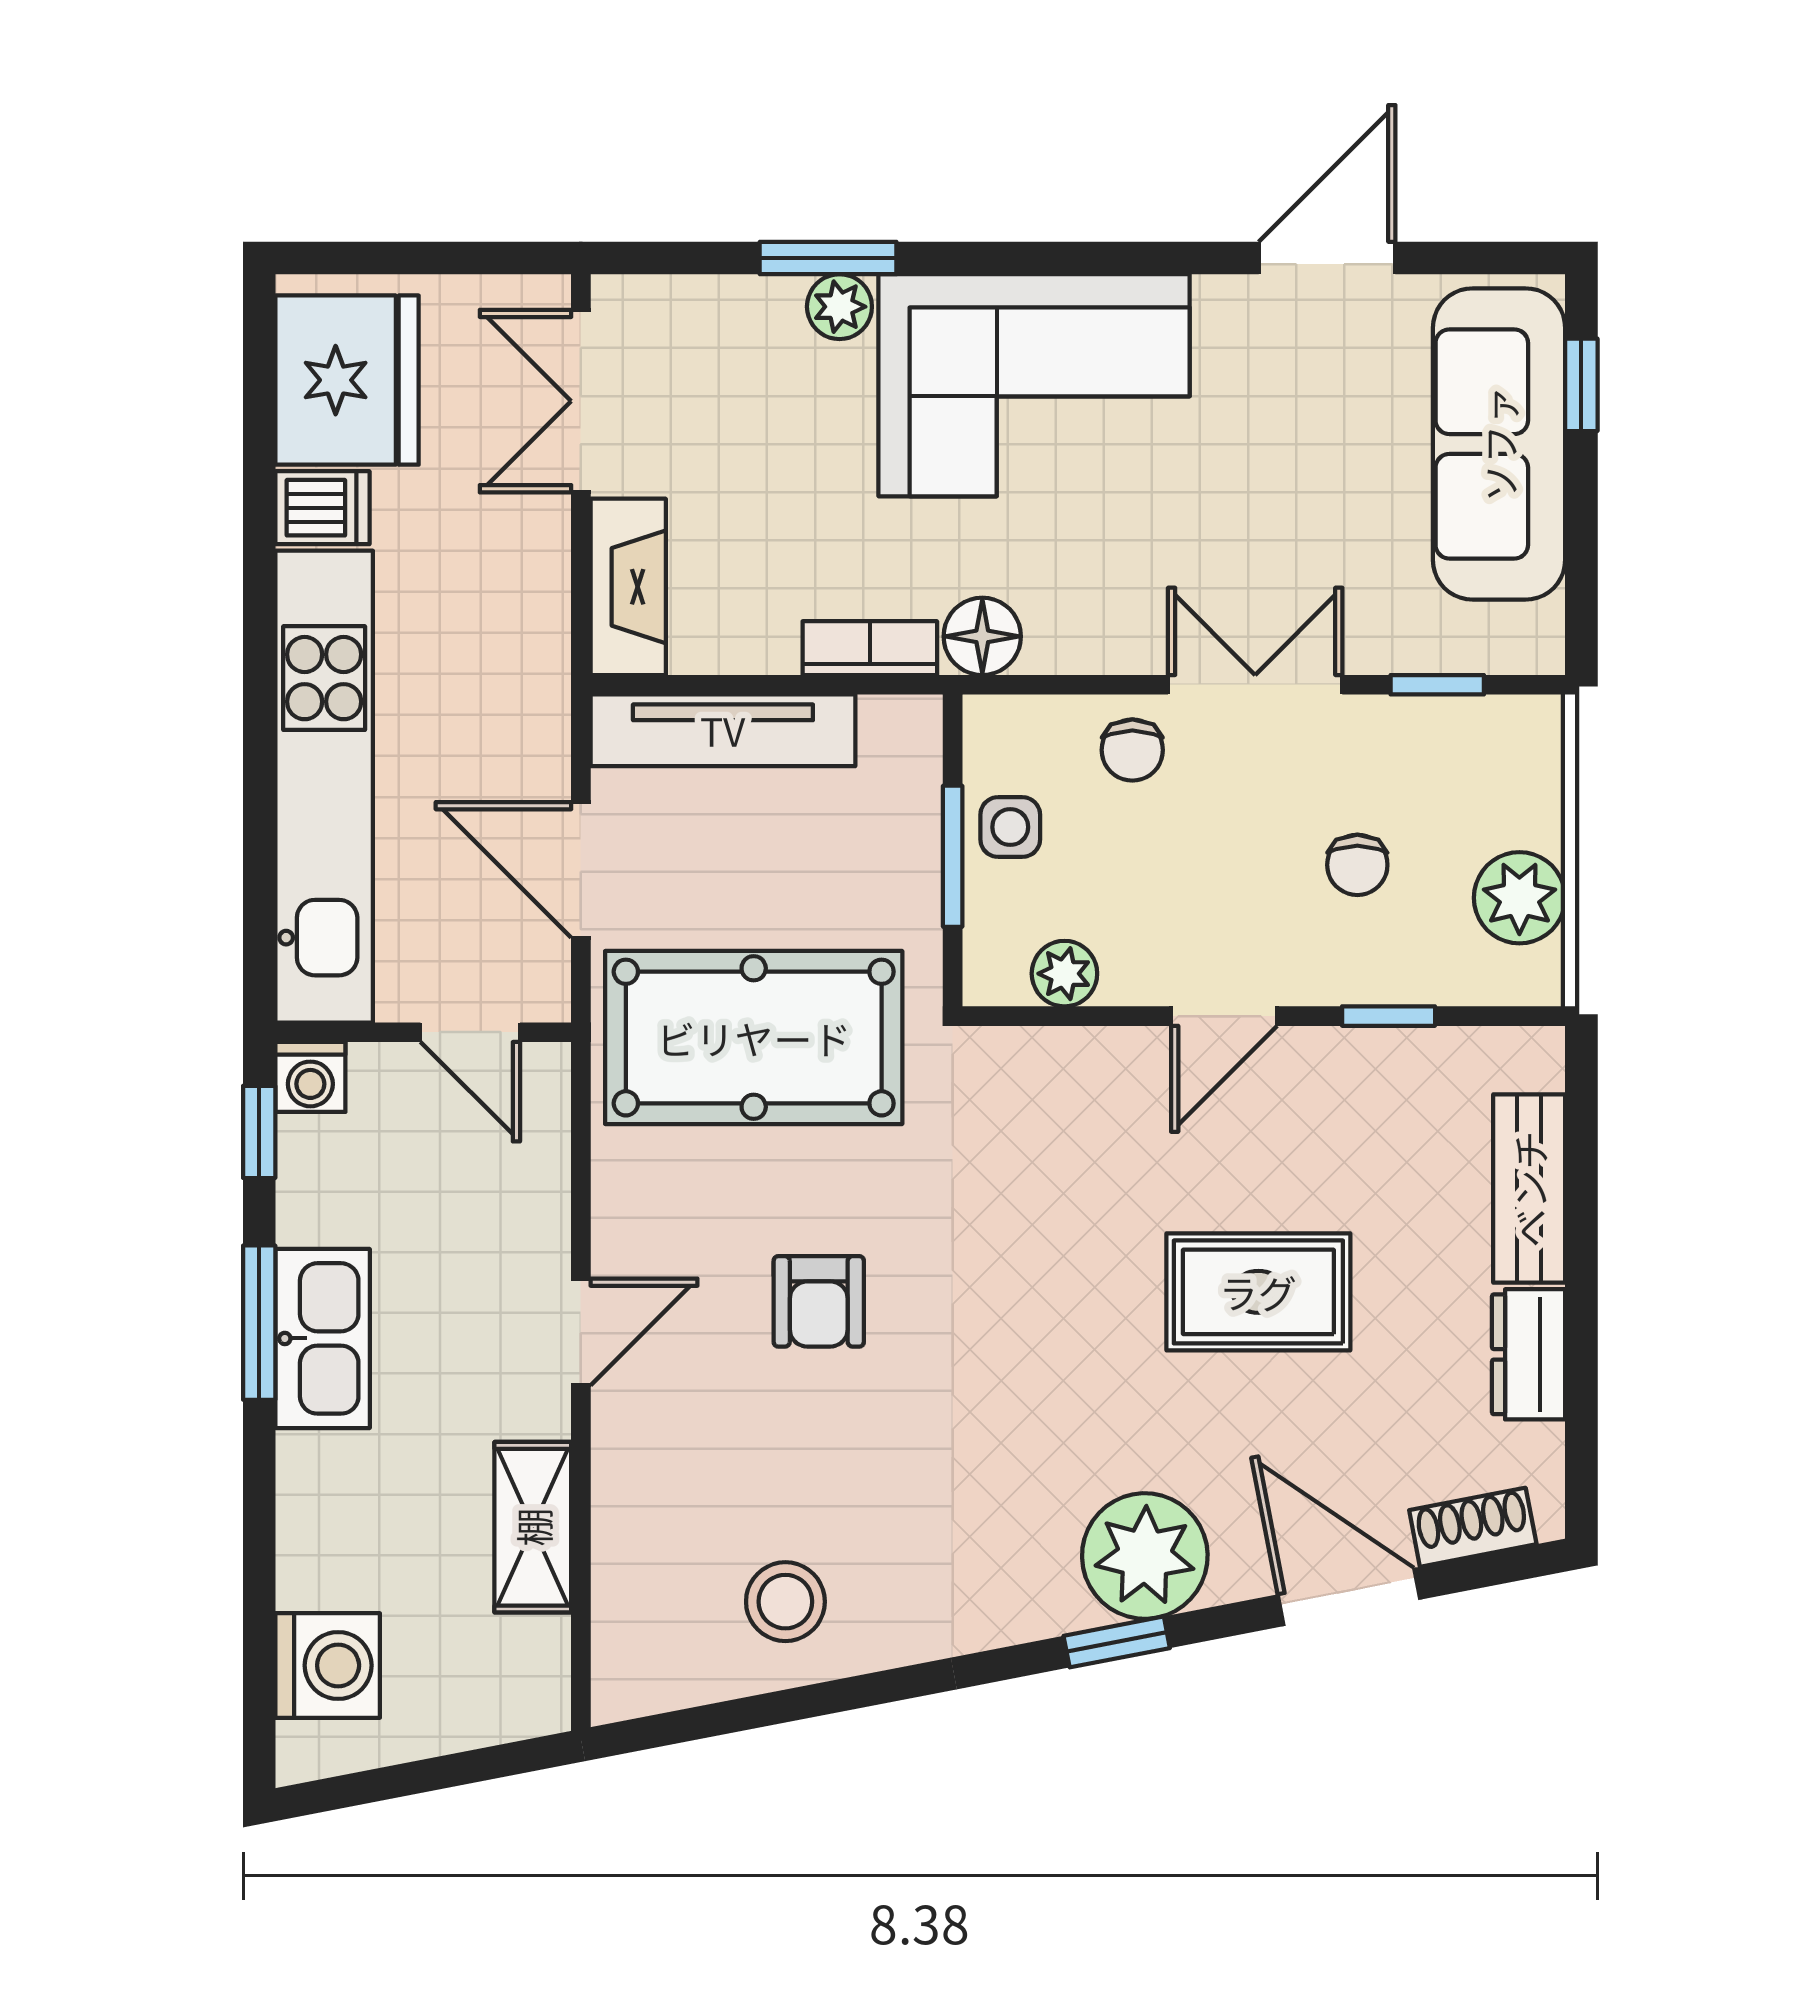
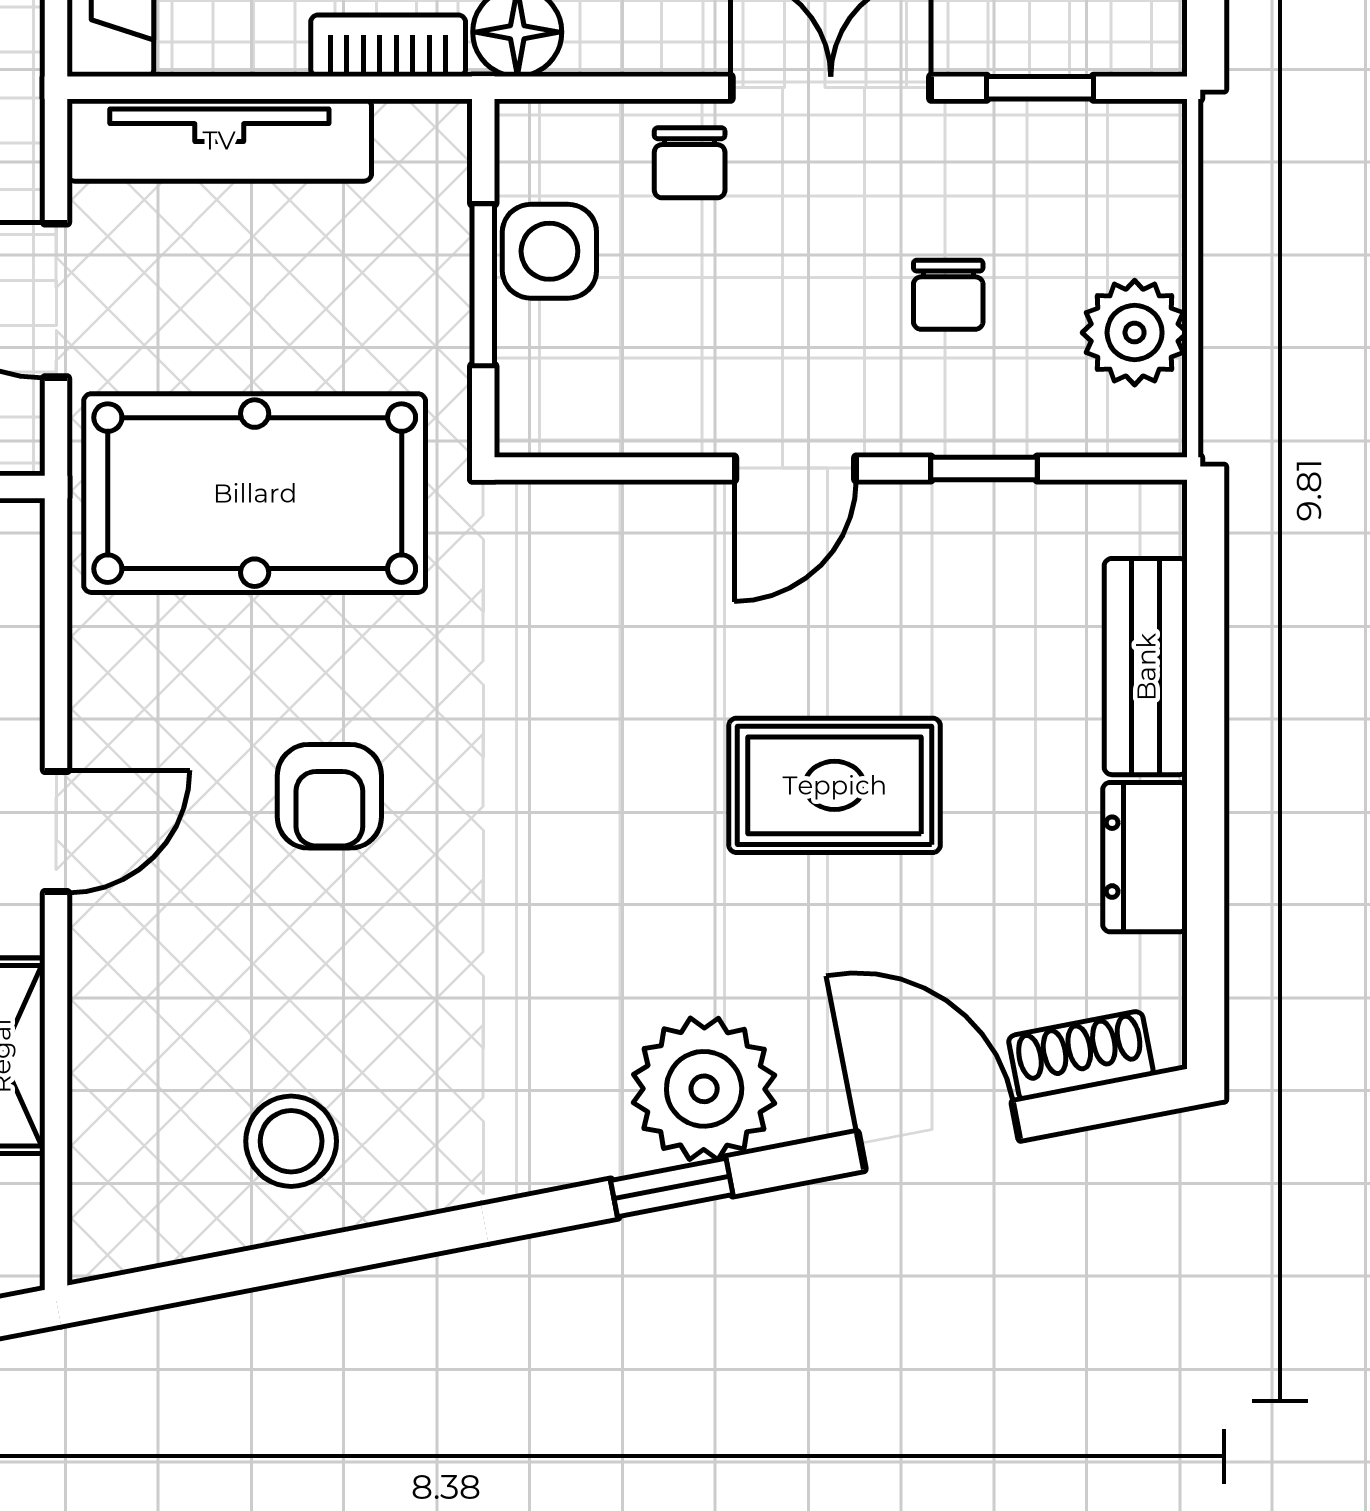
side table: (1010, 827) -> (549, 251), width x1.37, depth x1.37
plant: (1064, 974) -> (612, 420), removed

